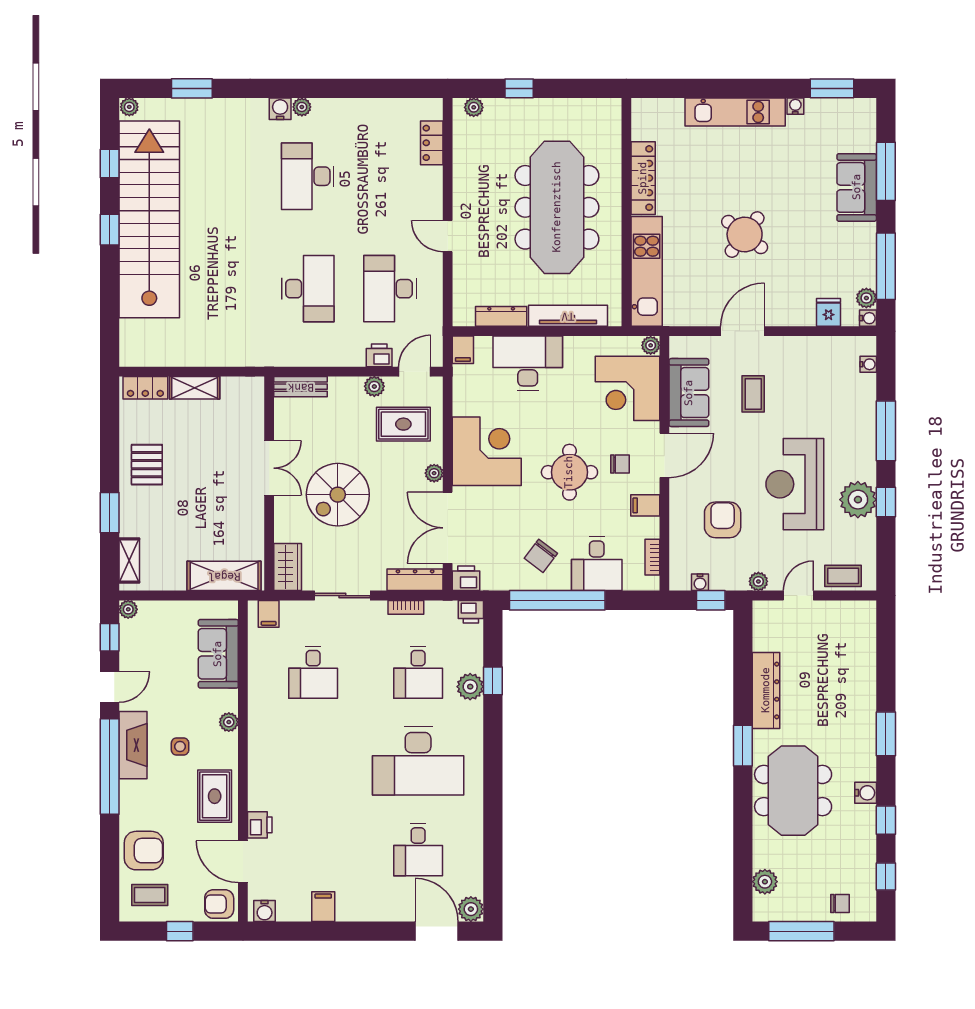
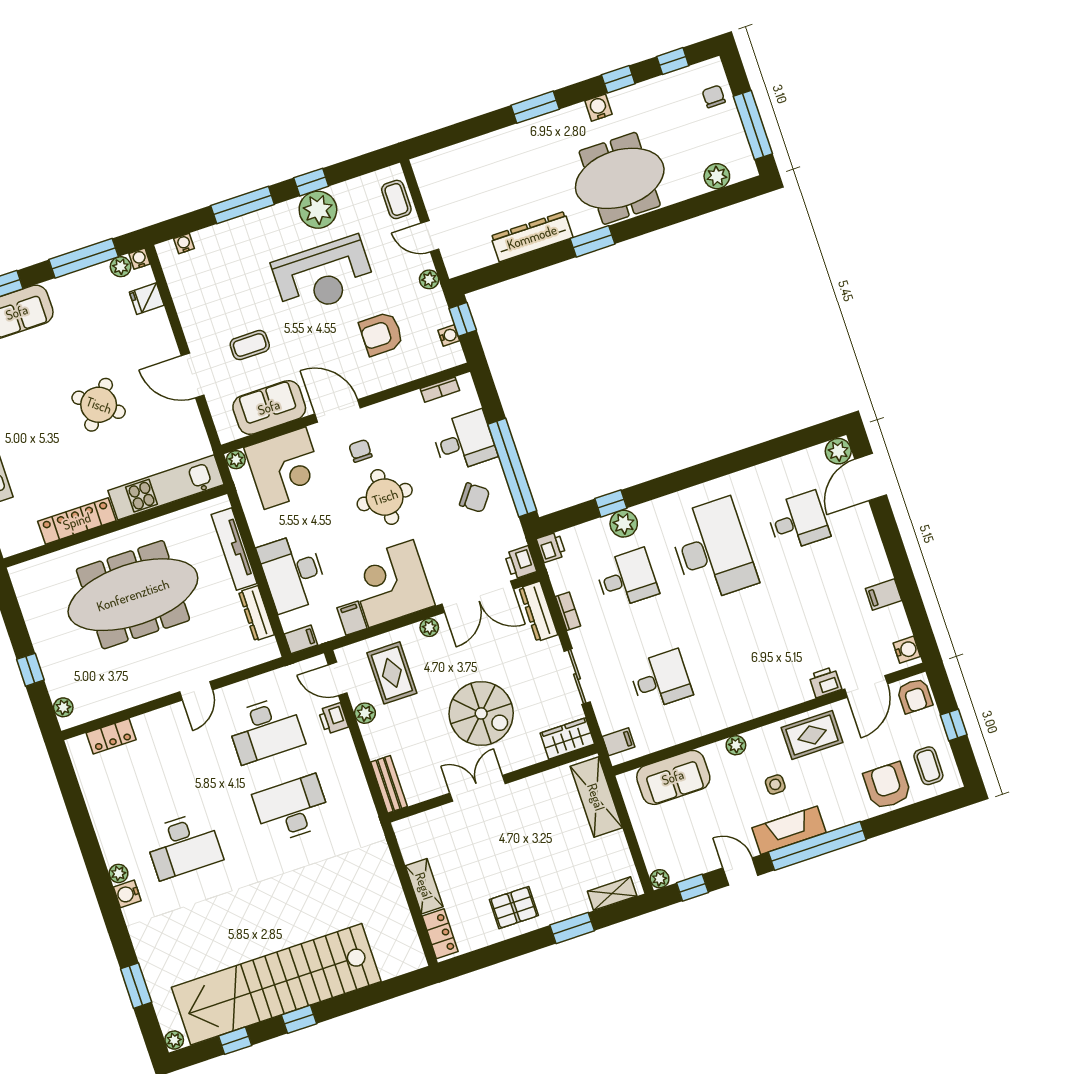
filing cabinet: (645, 505) -> (352, 618), moved, turned 180

